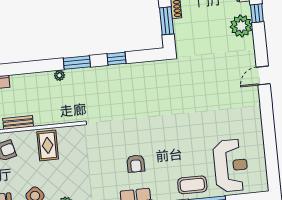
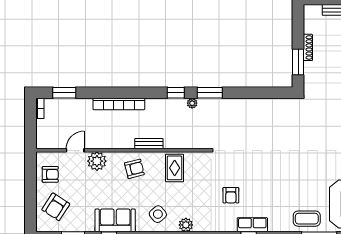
window: (117, 59) -> (176, 93), moved
armchair: (136, 164) -> (231, 195), moved

